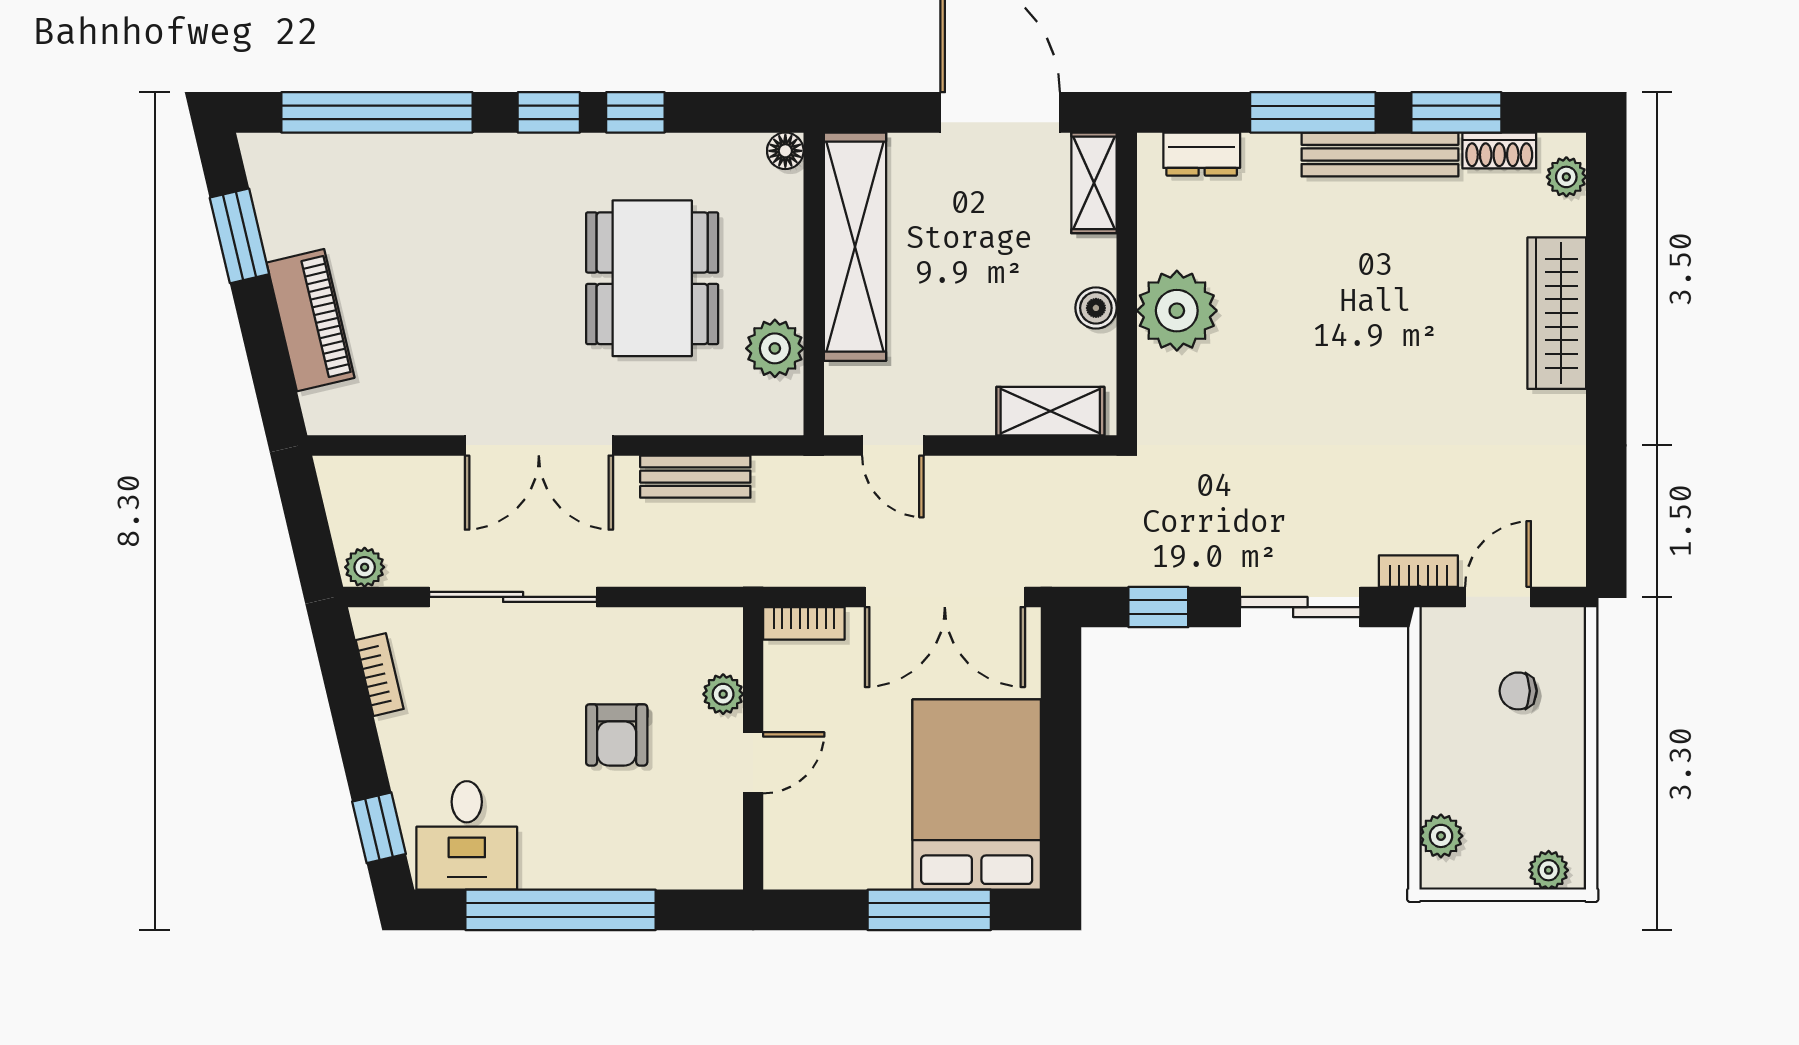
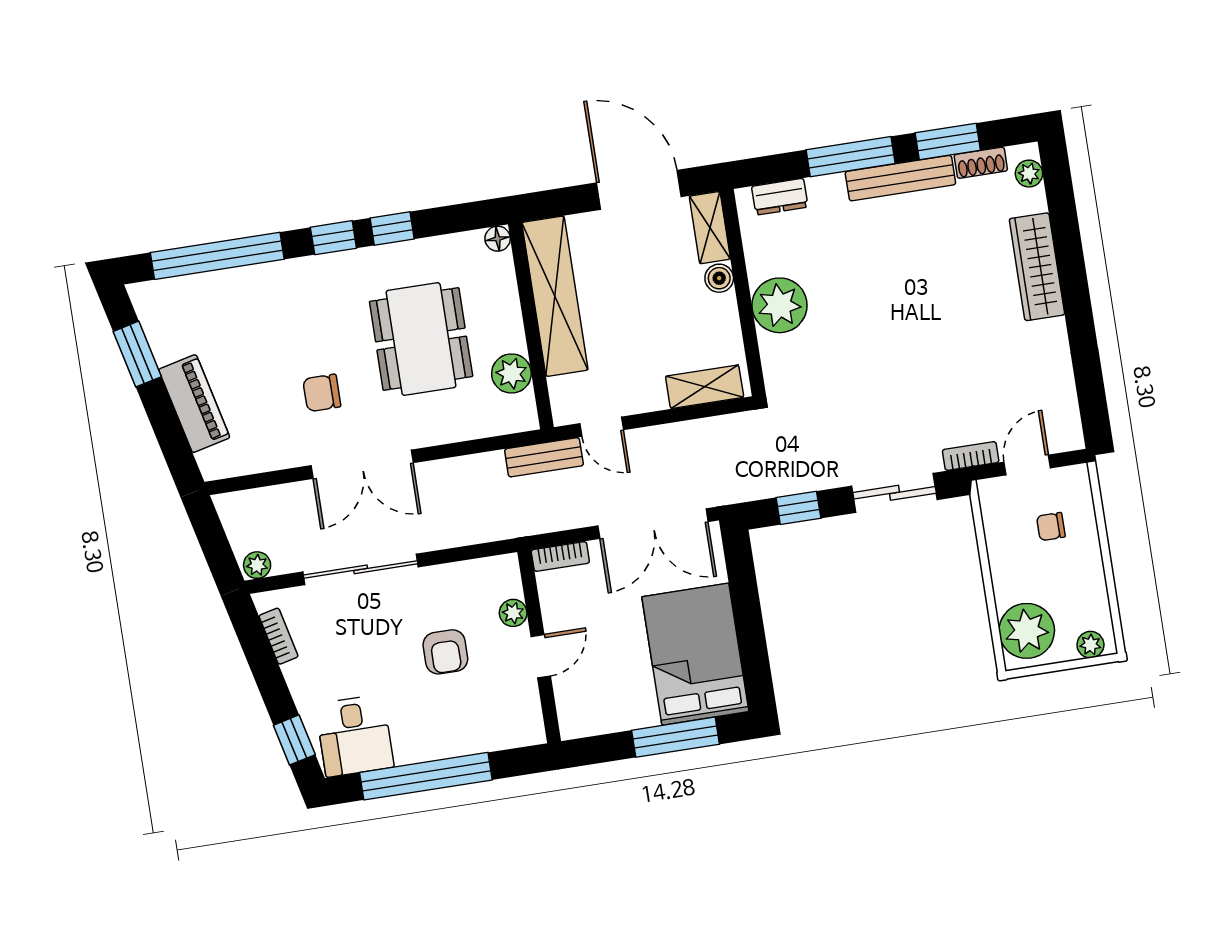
boiler: (1096, 308) -> (719, 278), moved
chair: (497, 334) -> (322, 393), added
bench: (695, 477) -> (544, 457), moved
plant: (1441, 836) -> (1027, 631), width x1.88, depth x1.88

